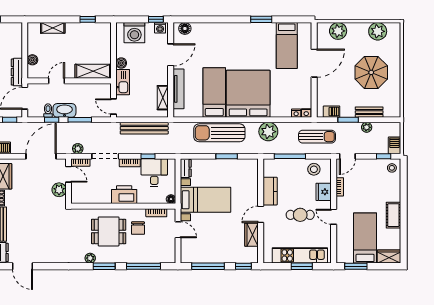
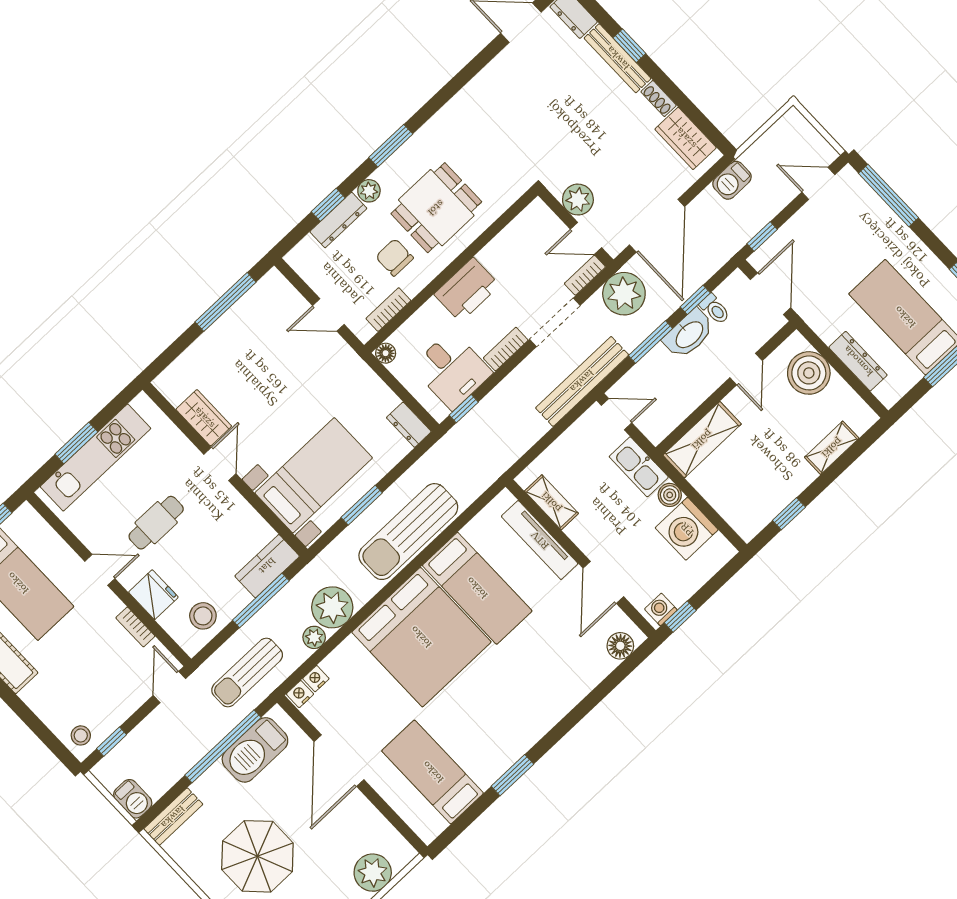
washing machine: (134, 33) -> (687, 529), moved, turned -90
boiler: (32, 60) -> (809, 373), width x1.86, depth x1.86
door: (314, 63) -> (339, 761), moved
dresser: (17, 72) -> (858, 361), moved
barbecue: (332, 112) -> (255, 750), width x1.88, depth x1.53
bench: (369, 112) -> (173, 817), moved
window: (348, 120) -> (223, 746), width x2.11
plant: (367, 127) -> (314, 637), moved
bench: (144, 128) -> (582, 381), moved
sun lounger: (219, 133) -> (408, 532), turned 180
barbecue: (394, 145) -> (133, 799), moved
plant: (78, 149) -> (624, 294), width x1.88, depth x1.88
window: (148, 156) -> (464, 409), moved
kitchen counter: (270, 191) -> (267, 566), moved, turned 90
bed with nightstands: (205, 200) -> (314, 475), moved, turned 180
plant: (90, 258) -> (369, 191), moved
dresser: (145, 258) -> (338, 220), added
window: (143, 266) -> (328, 205), width x0.46
window: (243, 266) -> (169, 355), removed

